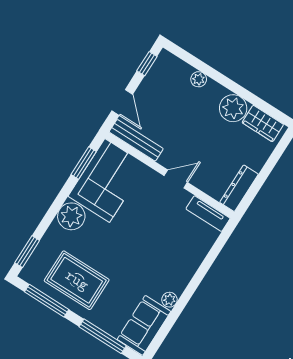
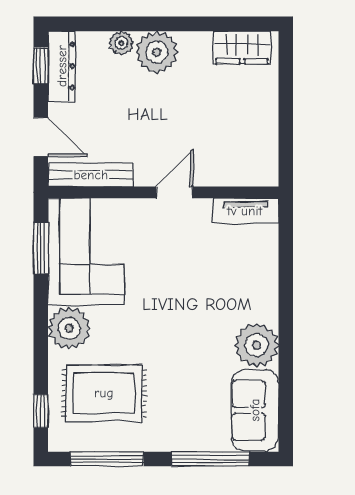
plant: (233, 108) -> (157, 52), moved
dresser: (239, 188) -> (62, 66), moved, turned 180
window: (27, 252) -> (41, 411), width x0.67
rug: (77, 280) -> (104, 393), moved
plant: (169, 300) -> (257, 345), width x1.87, depth x1.87

